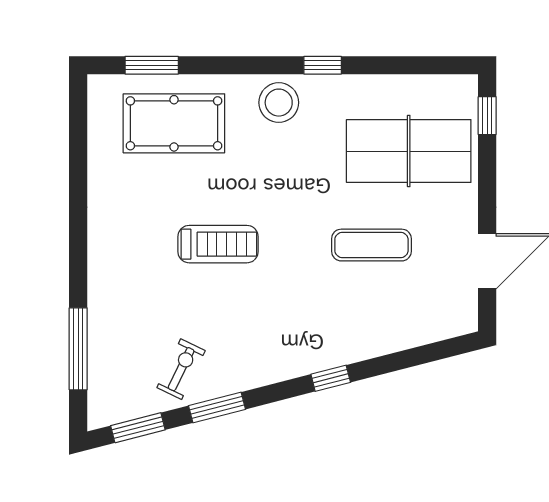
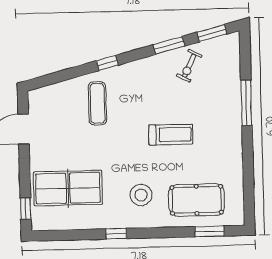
stool: (279, 103) -> (141, 195), moved
treadmill: (218, 244) -> (171, 135), turned 180
exercise mat: (371, 245) -> (97, 103), moved, turned 90
window: (78, 349) -> (246, 103), moved

